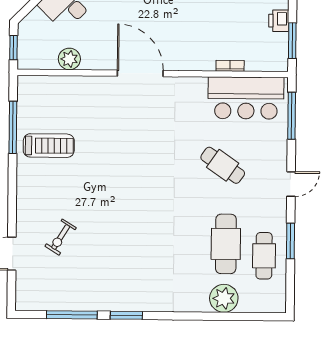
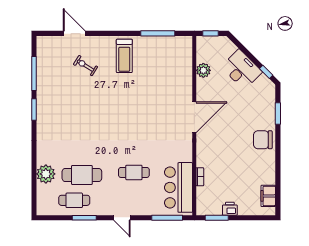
treadmill: (49, 146) -> (124, 56), moved
cafe table: (223, 165) -> (134, 172), turned 55

